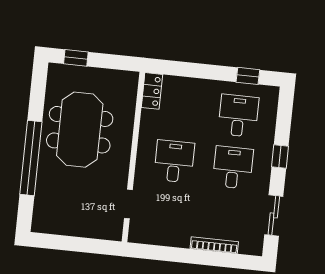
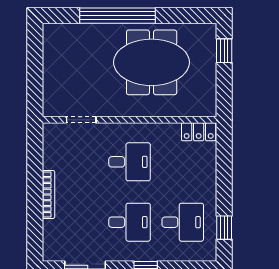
bookcase: (214, 245) -> (48, 194), moved

